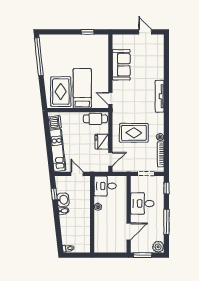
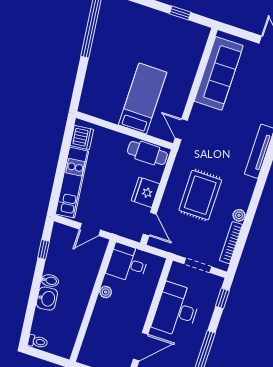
sofa: (121, 65) -> (219, 73), width x1.36
rug: (61, 92) -> (107, 93), removed
rug: (134, 133) -> (200, 195), turned 90
door: (110, 159) -> (150, 224), hinge flipped
door: (77, 174) -> (90, 230), swing flipped
washbasin: (63, 200) -> (47, 299), moved
desk: (142, 204) -> (177, 310), width x1.37

